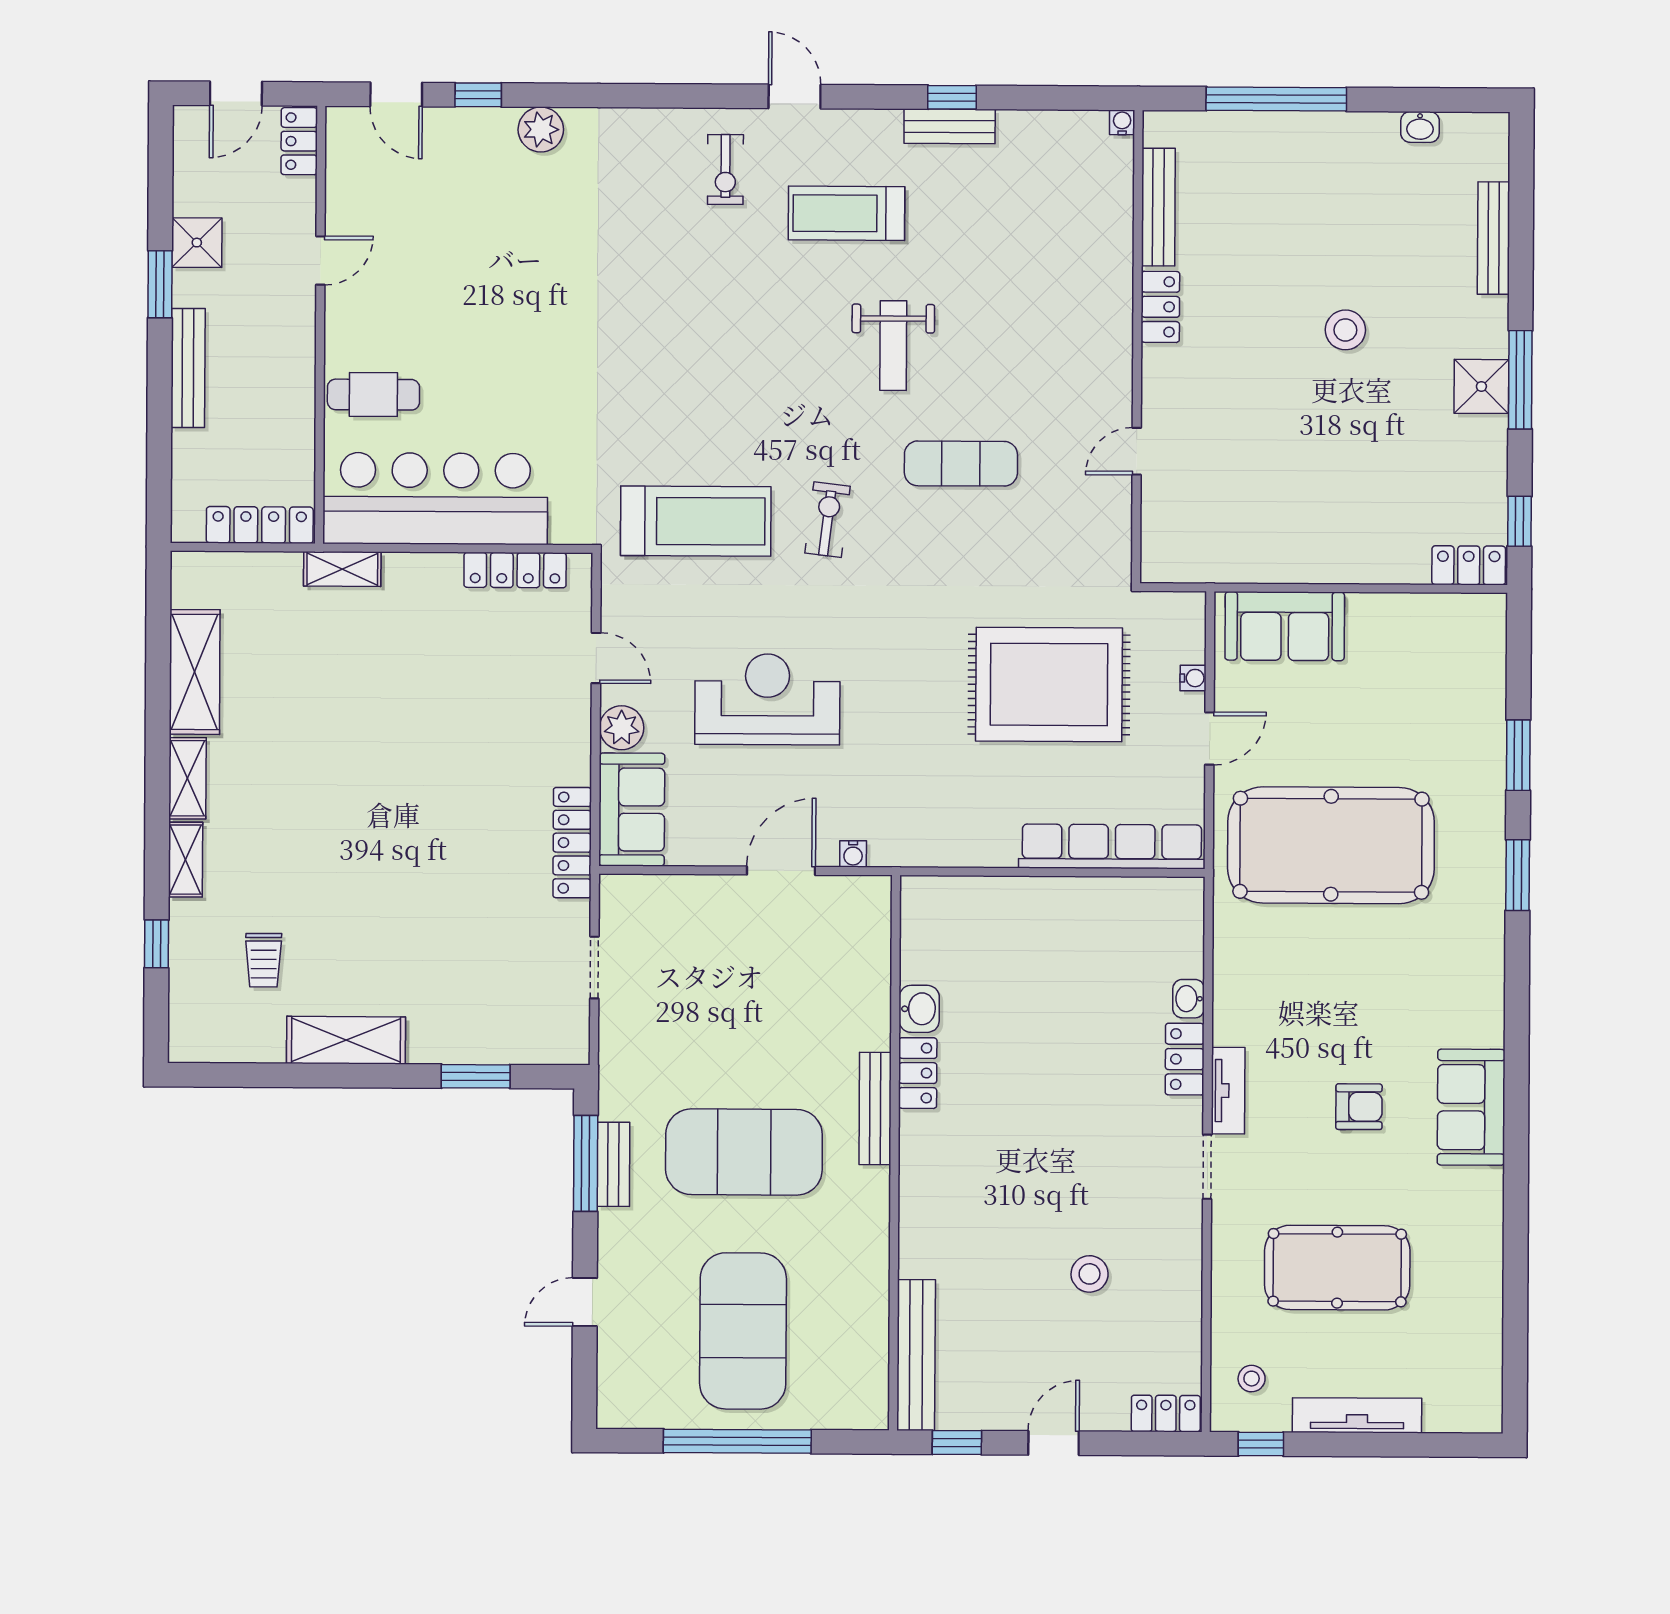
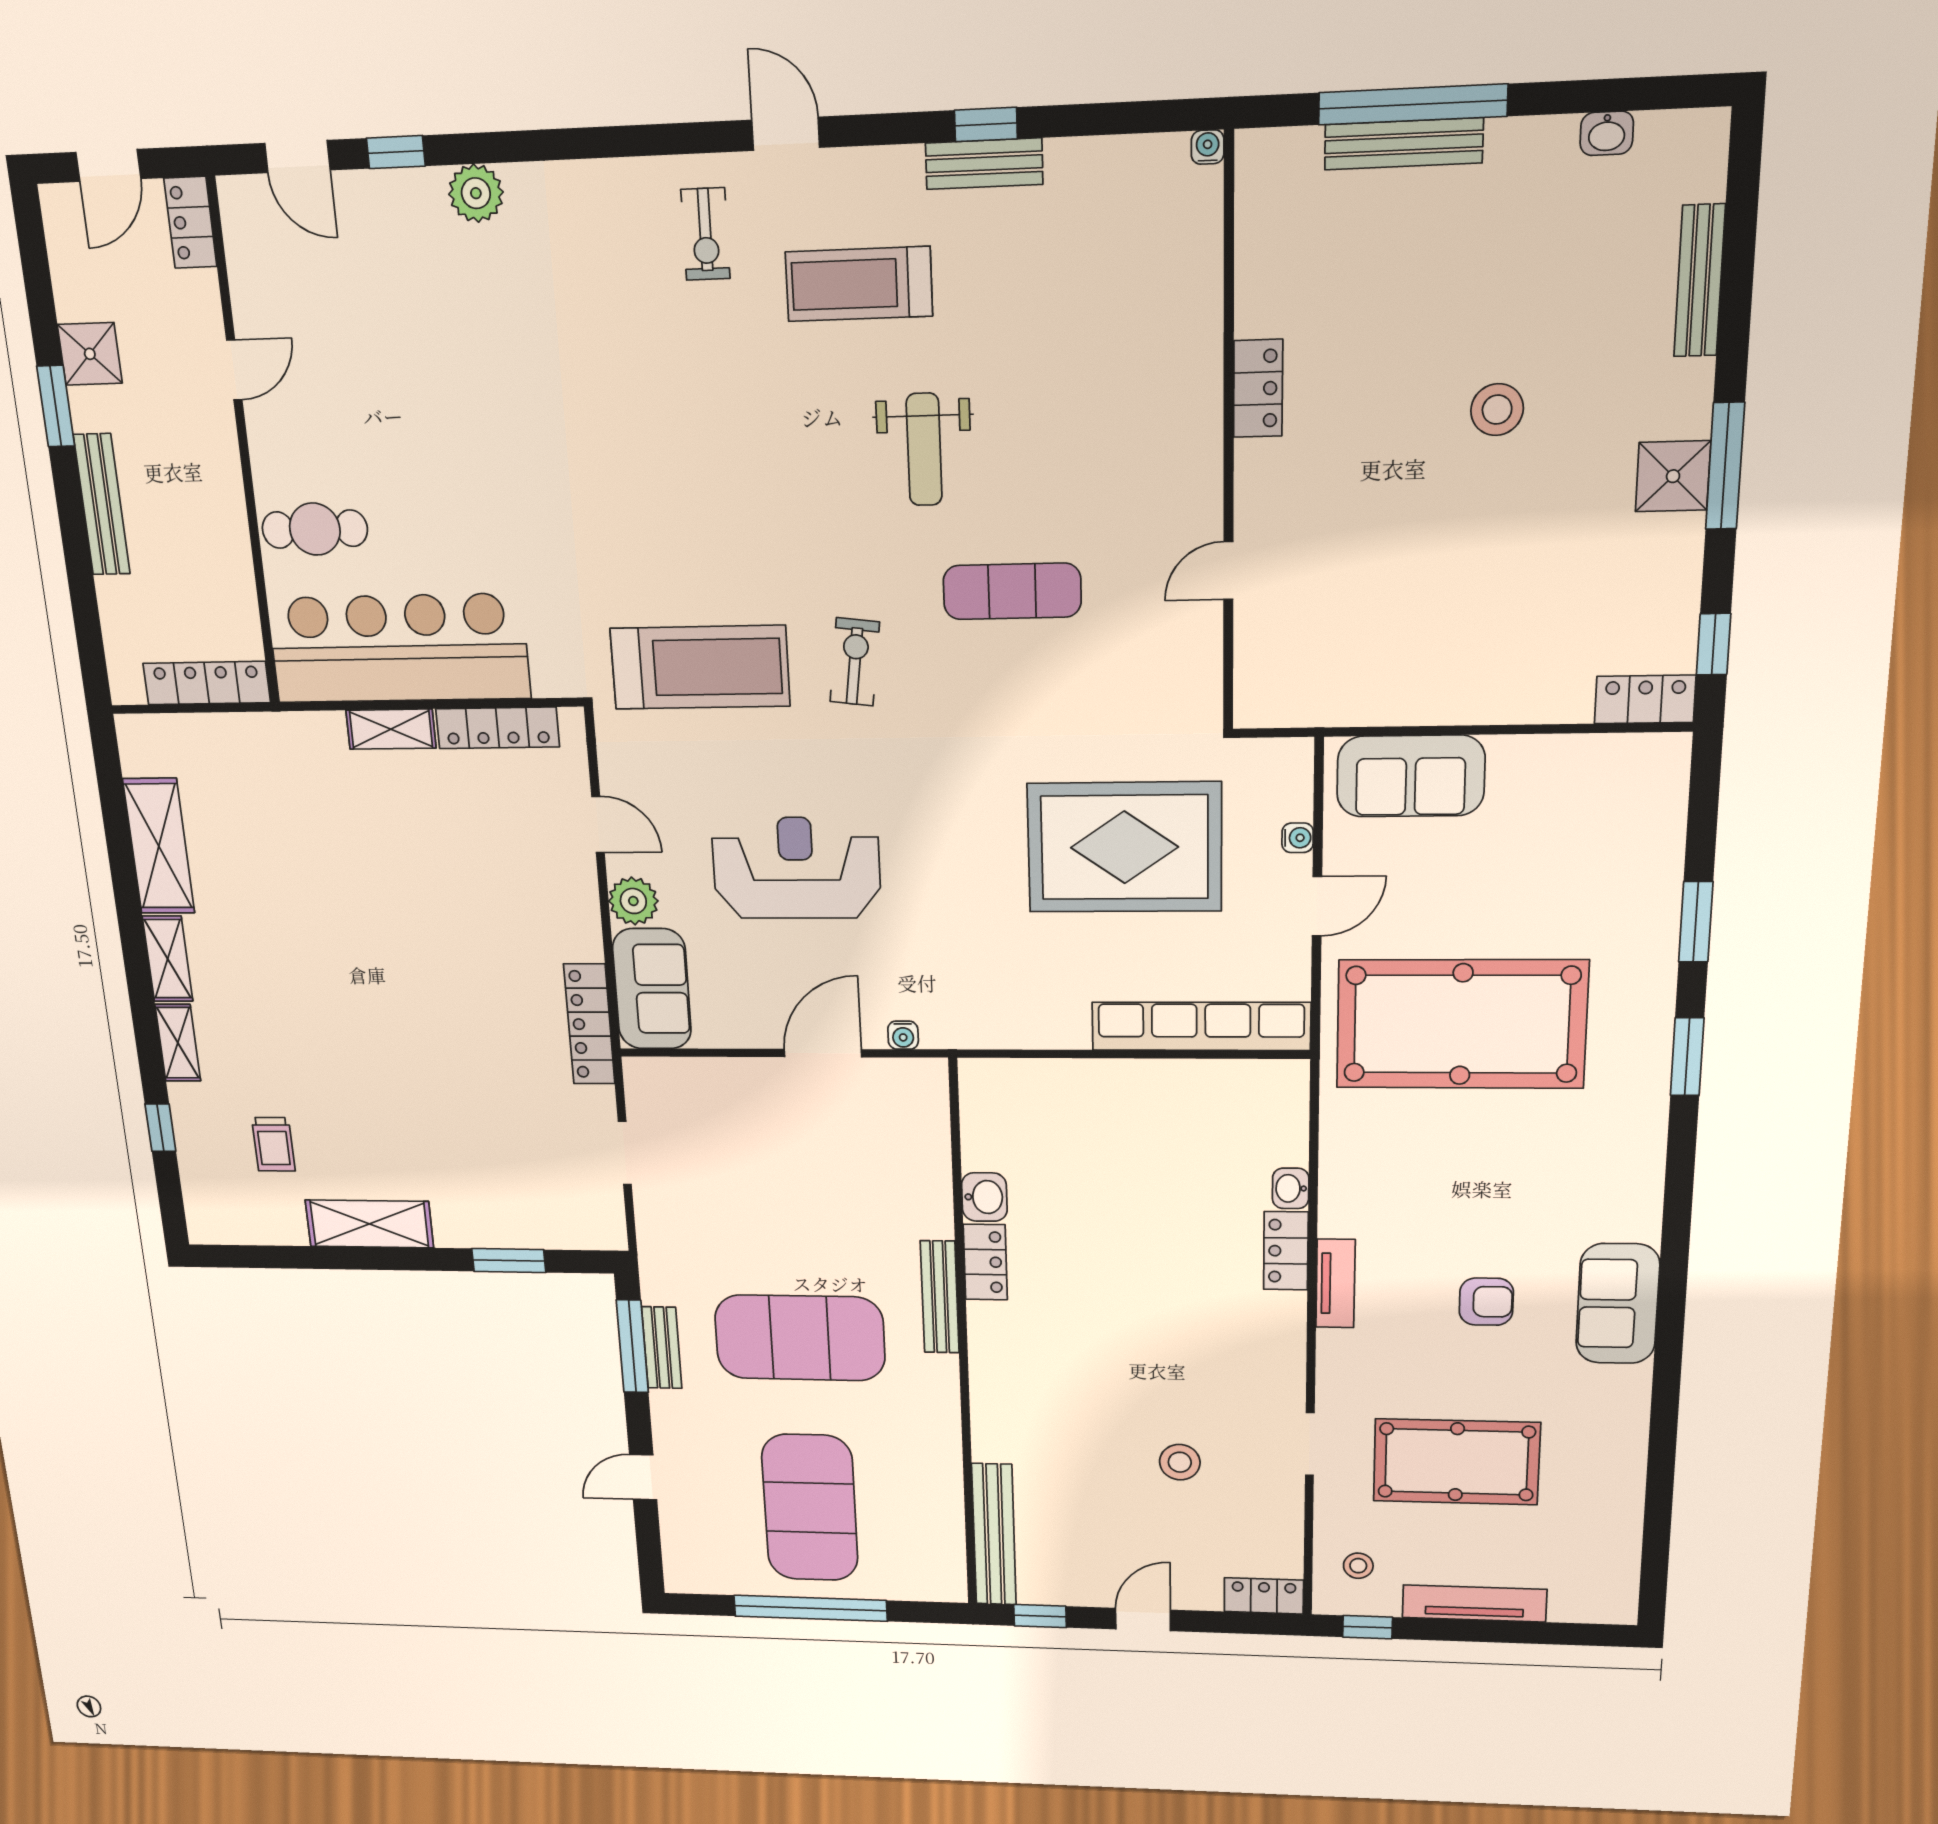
bench: (1158, 207) -> (1404, 144), moved, turned 90
shelving: (342, 569) -> (391, 729), moved
doorway: (1207, 1167) -> (1310, 1444), moved

